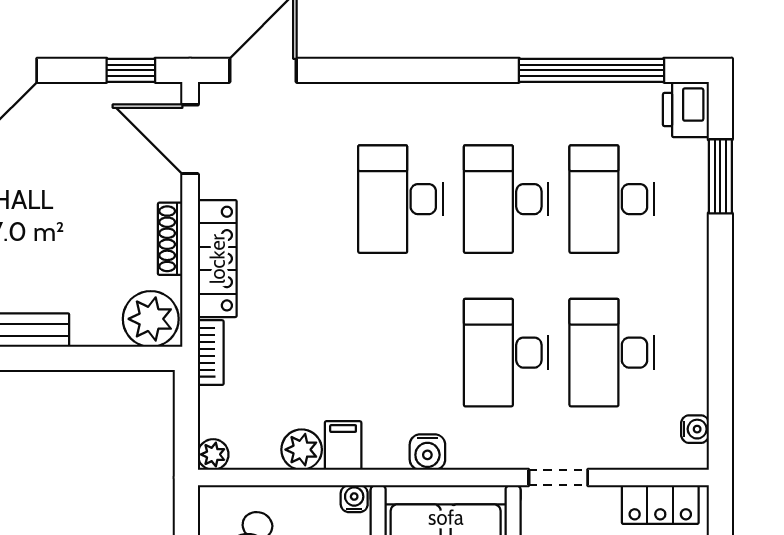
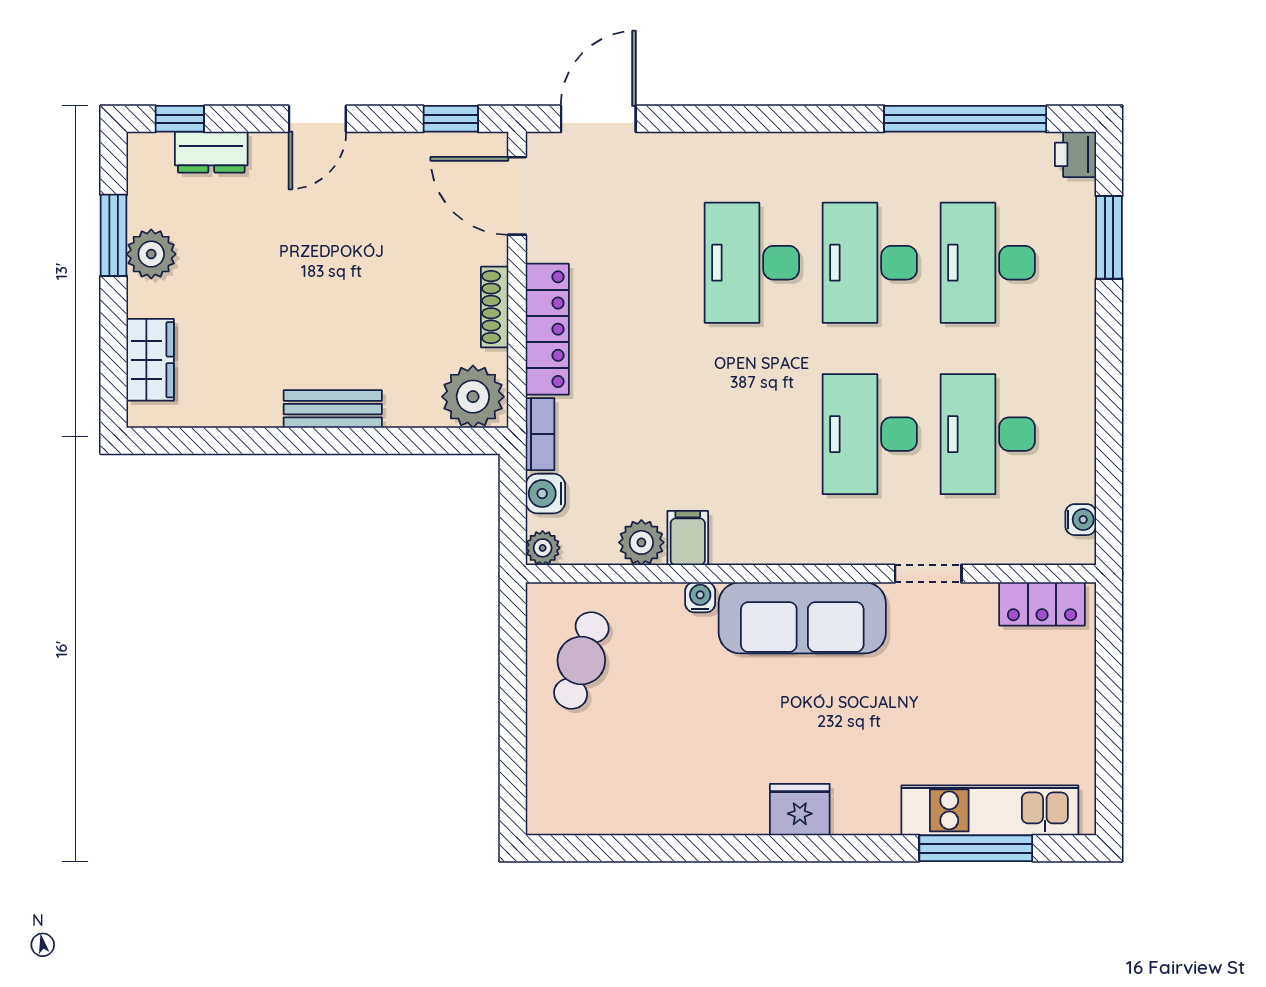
printer: (686, 110) -> (1076, 154), width x0.73, depth x0.81
water cooler: (427, 452) -> (545, 494), moved, turned 90

